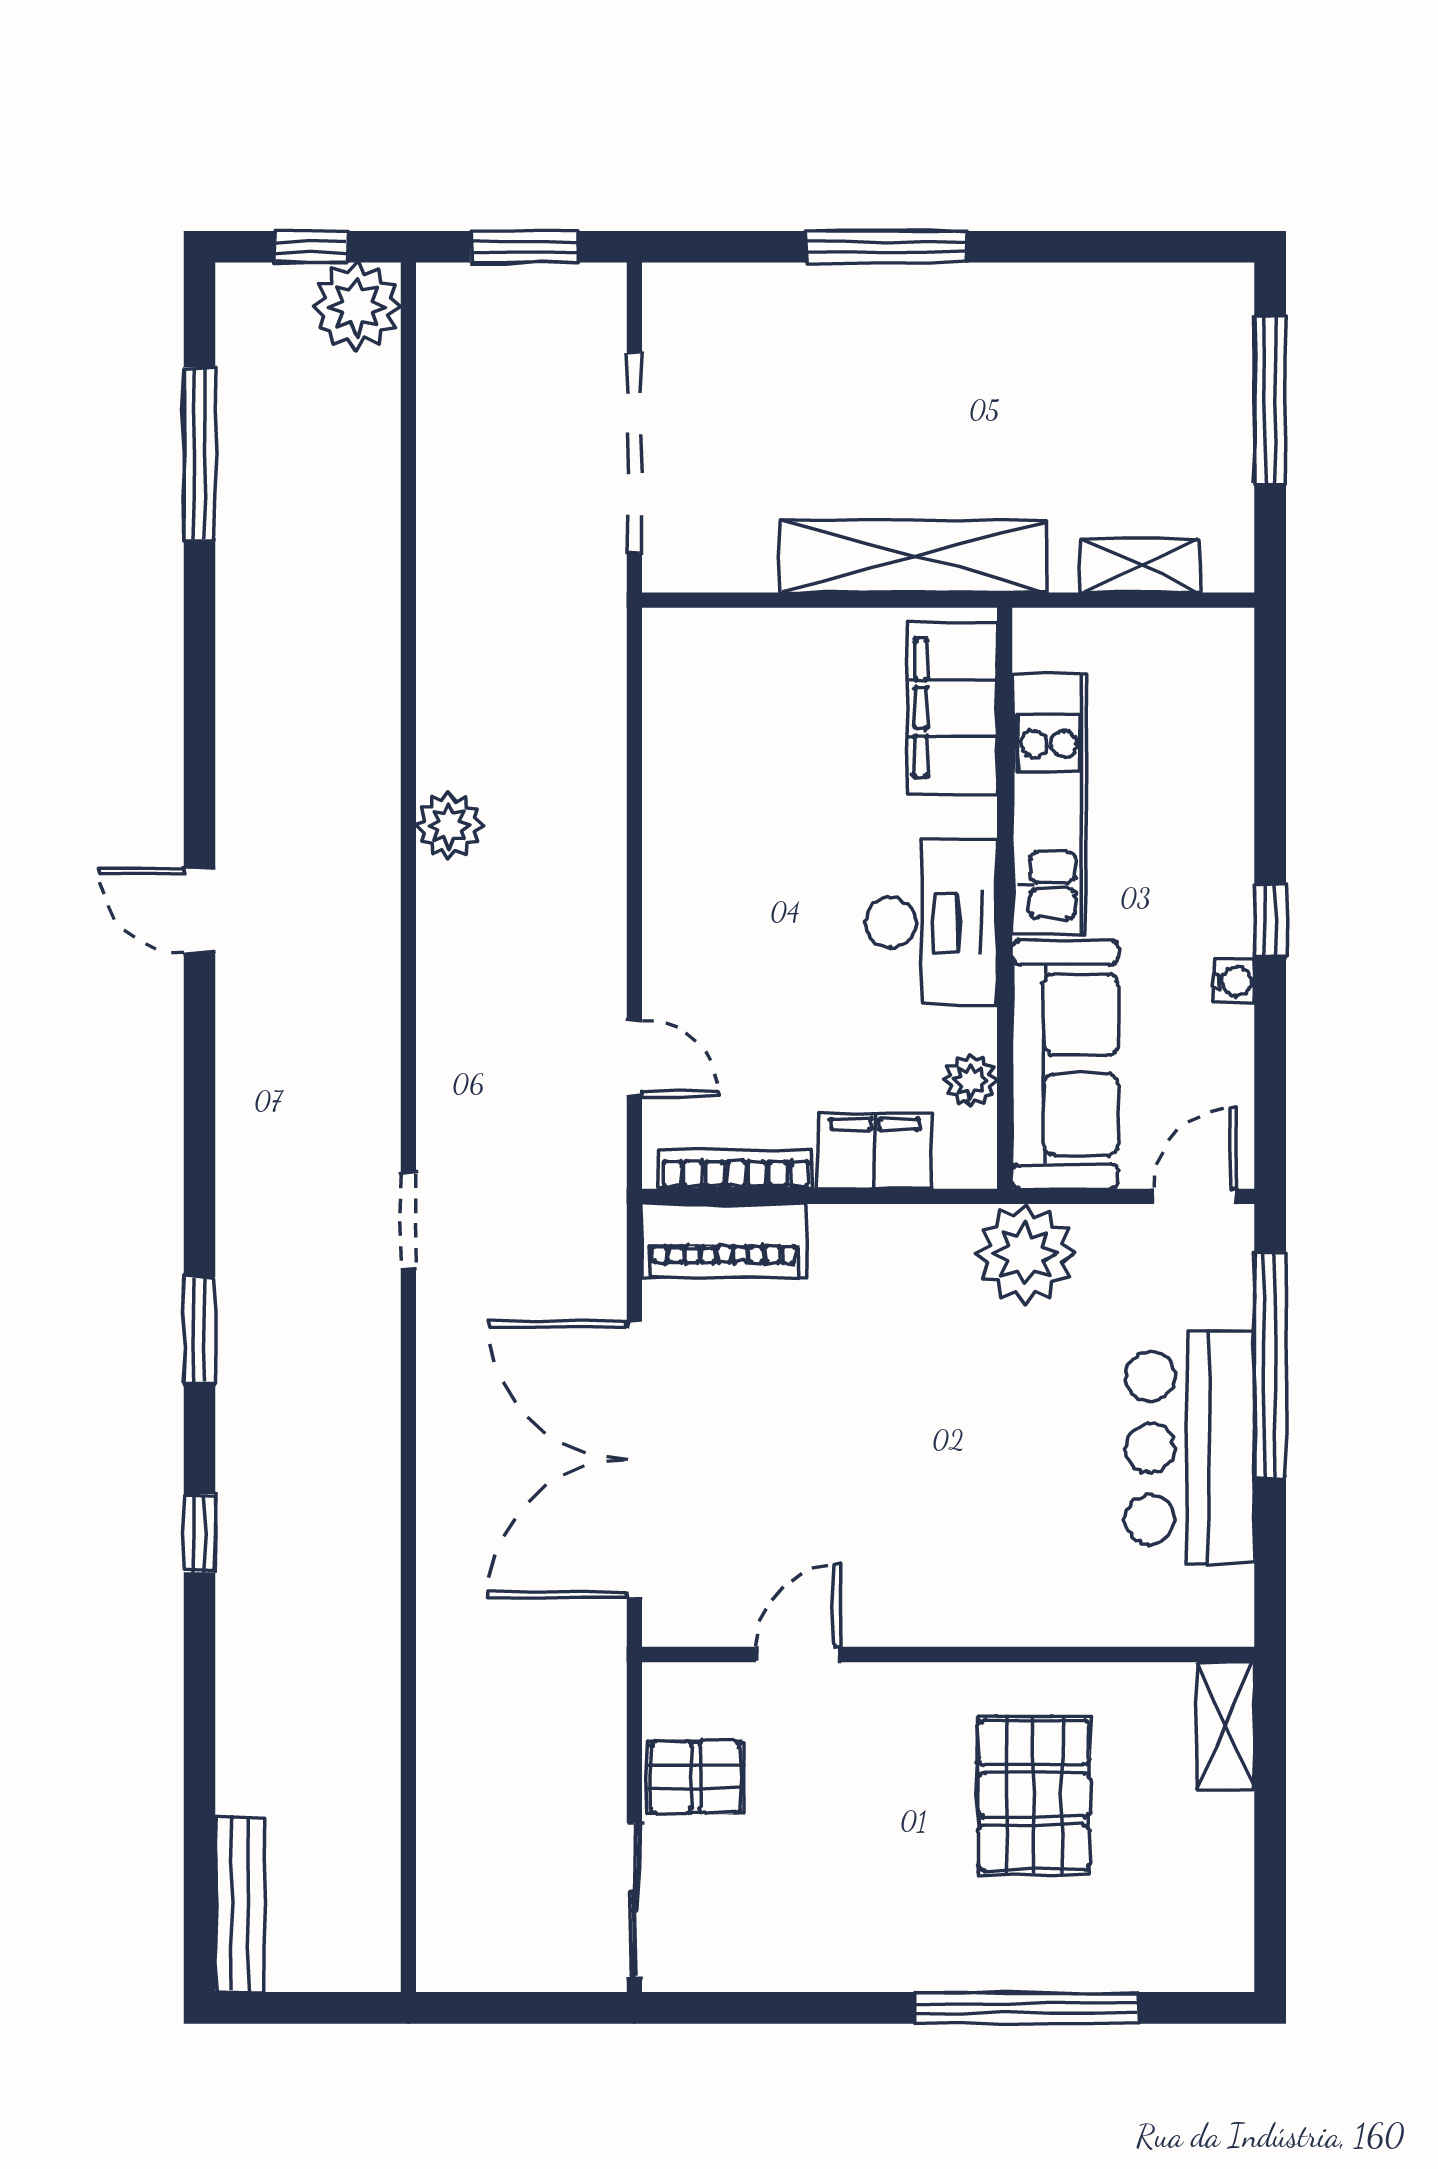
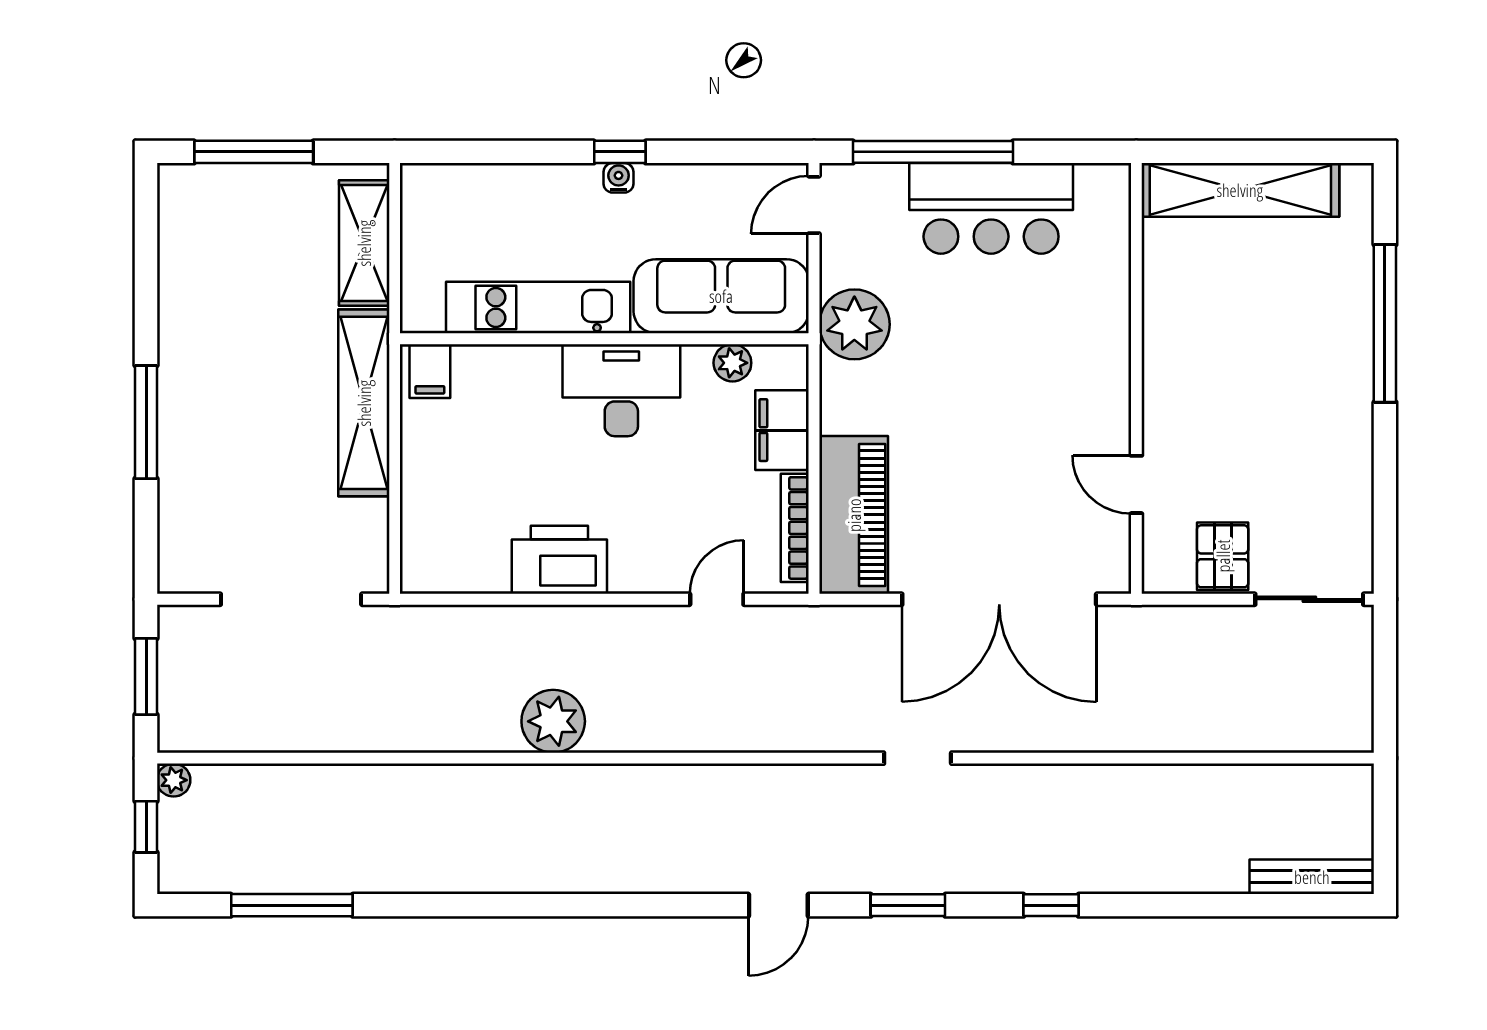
plant: (357, 307) -> (174, 780), width x0.53, depth x0.53
shelving: (1141, 566) -> (364, 243), width x1.50, depth x1.33
filing cabinet: (952, 708) -> (430, 371), width x0.33, depth x0.86
plant: (449, 825) -> (553, 721), width x1.36, depth x1.36
printer: (690, 834) -> (559, 560), added
door: (199, 911) -> (778, 905), moved
water cooler: (1233, 981) -> (619, 178), moved
door: (1195, 1196) -> (814, 205), hinge flipped
doorway: (408, 1221) -> (918, 758), moved
piano: (724, 1241) -> (854, 515), width x1.37, depth x1.33
shelving: (1226, 1726) -> (1240, 190), width x2.20, depth x1.33
pallet: (1034, 1795) -> (1235, 318), removed

